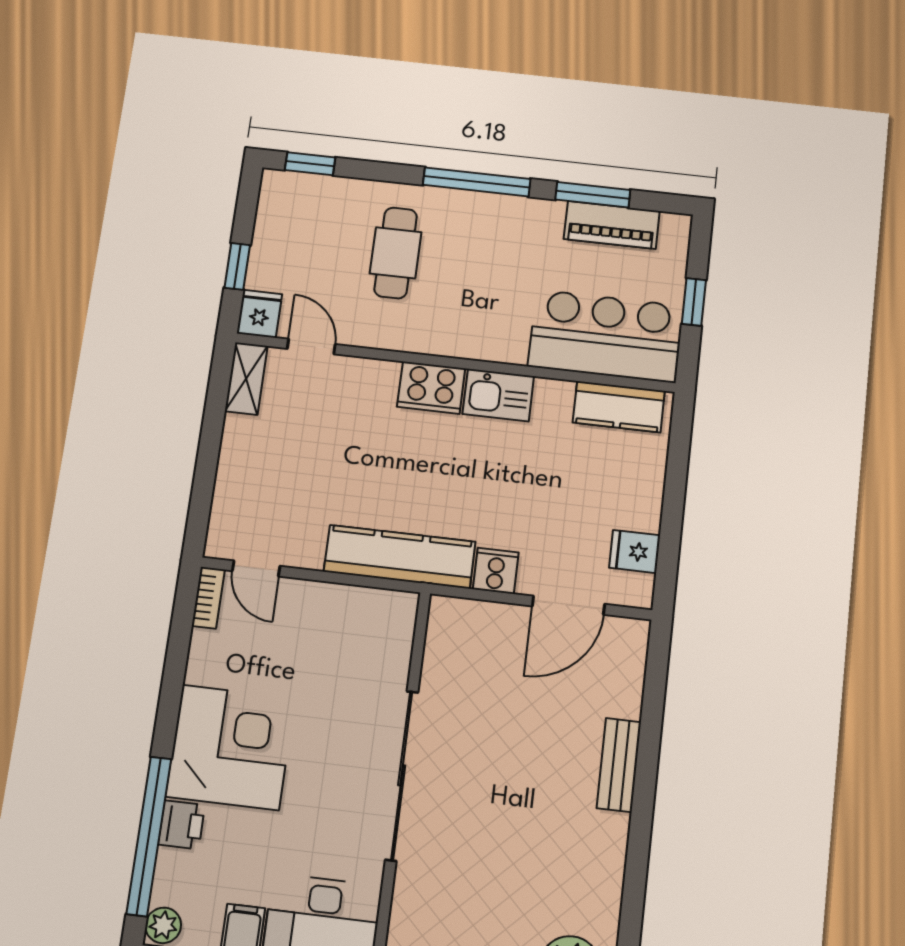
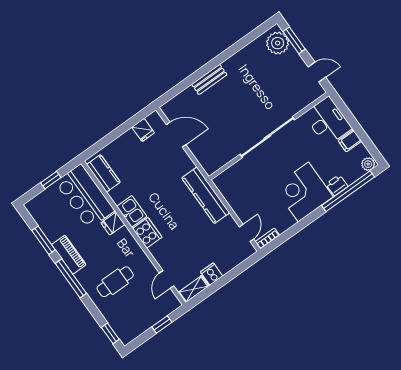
piano: (612, 225) -> (69, 255), moved
fridge: (259, 314) -> (113, 224), moved
cooker: (496, 571) -> (212, 274), moved, turned 90

